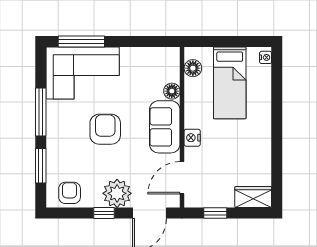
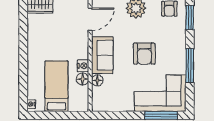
floor lamp: (193, 68) -> (82, 79), moved
nightstand: (192, 138) -> (83, 66), moved
window: (41, 166) -> (190, 17), moved

